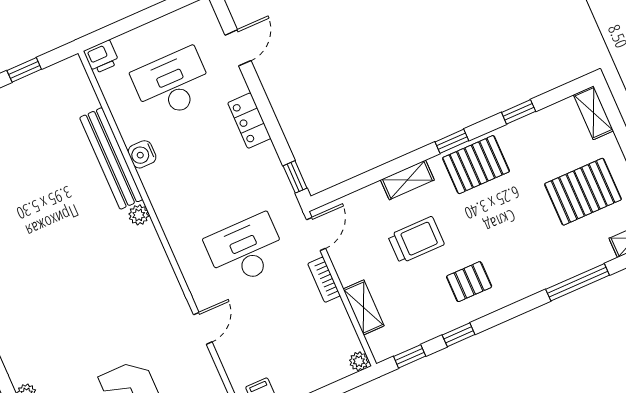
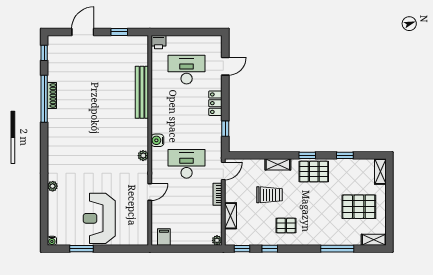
water cooler: (142, 154) -> (157, 140), moved
window: (295, 177) -> (225, 129), moved
plant: (139, 215) -> (143, 156), moved

